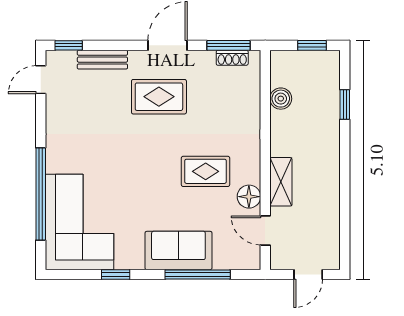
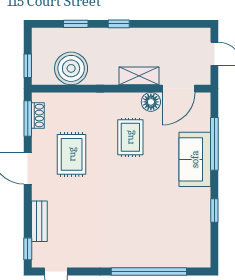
window: (312, 45) -> (28, 66), moved
rug: (159, 97) -> (72, 154), moved
boiler: (281, 99) -> (71, 68), width x1.86, depth x1.86
window: (345, 157) -> (119, 24), added
corner sofa: (80, 222) -> (172, 240), removed
door: (265, 230) -> (178, 89), width x1.38

